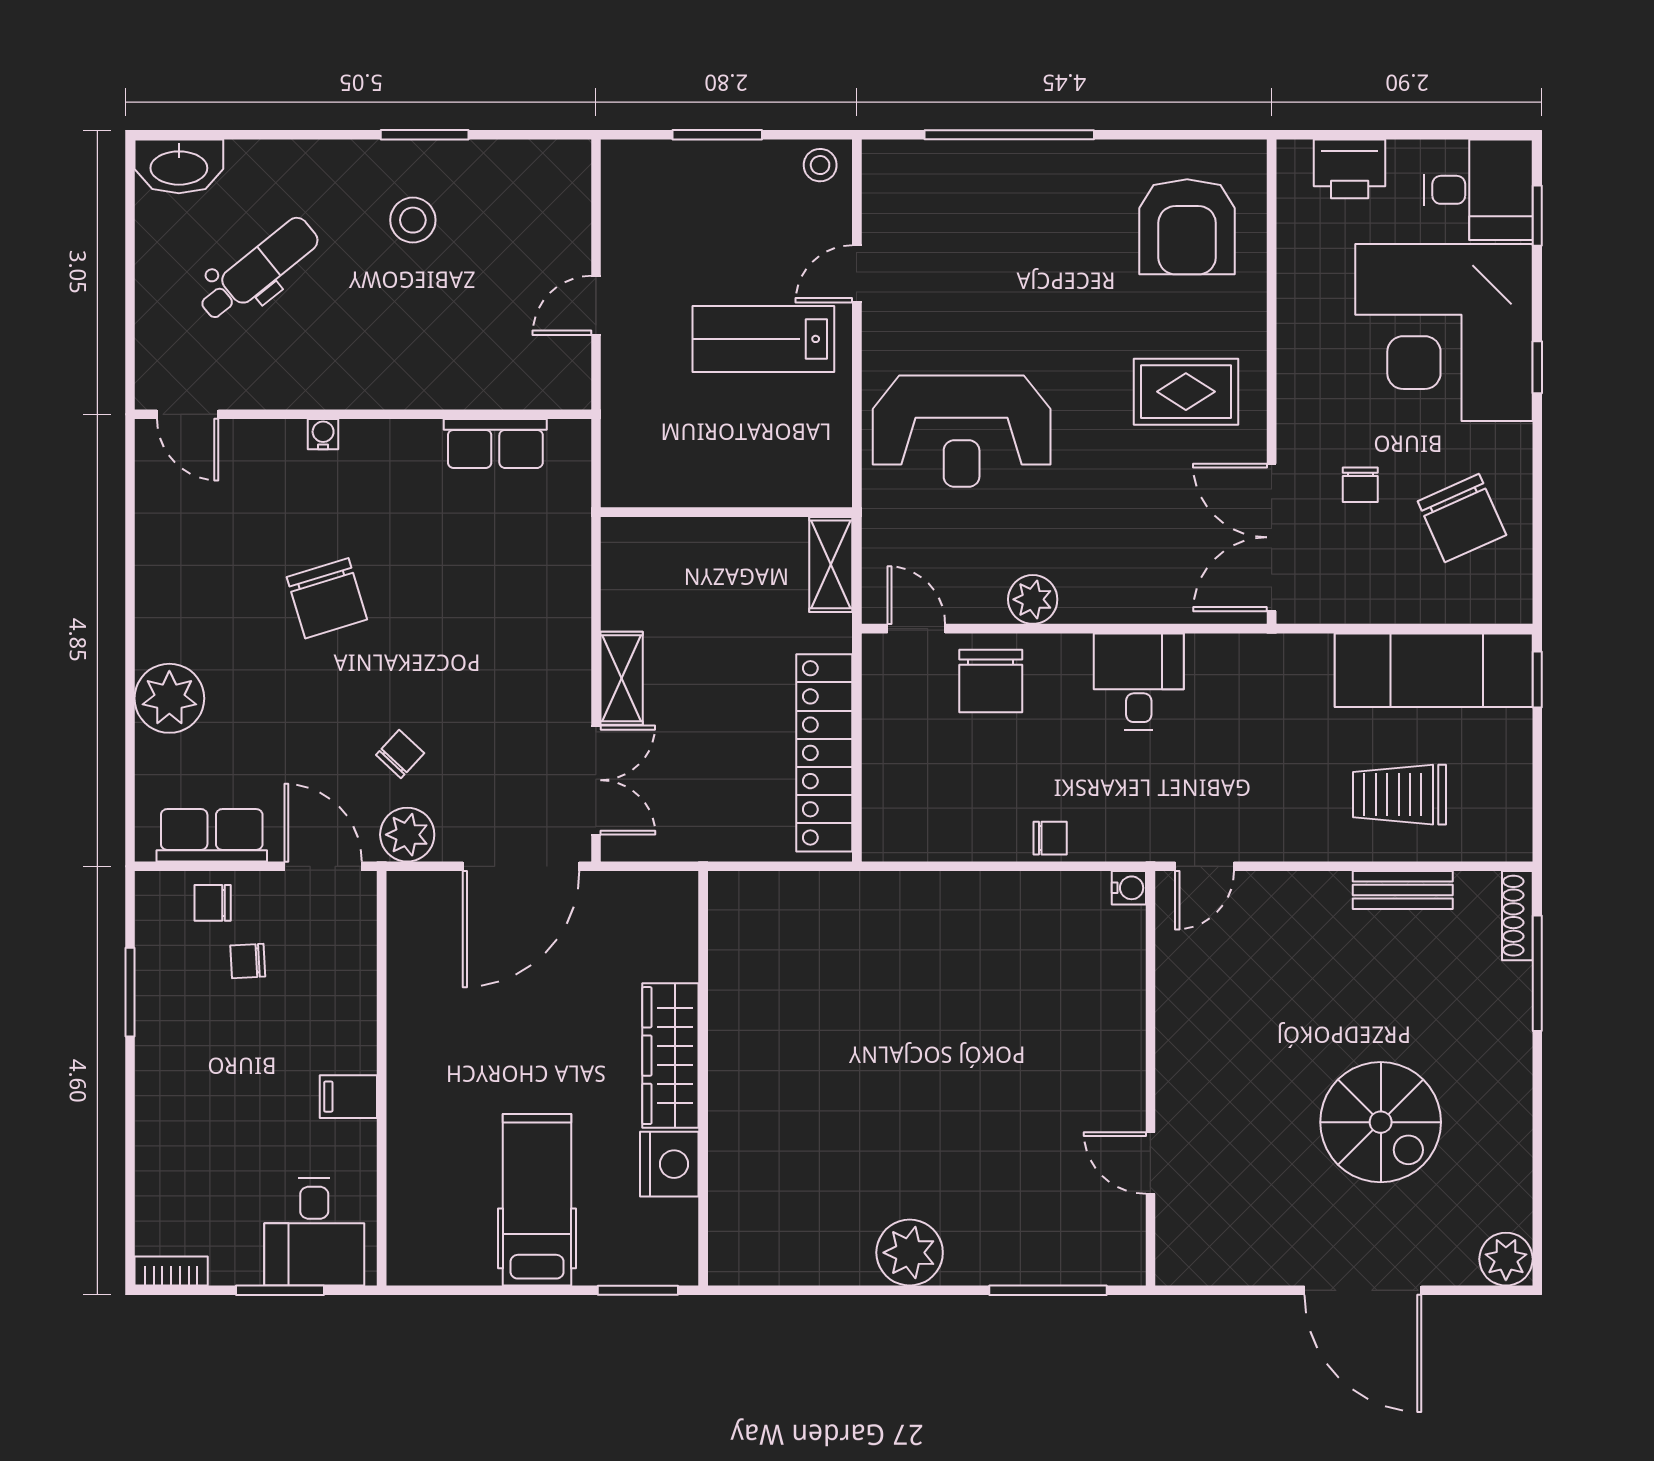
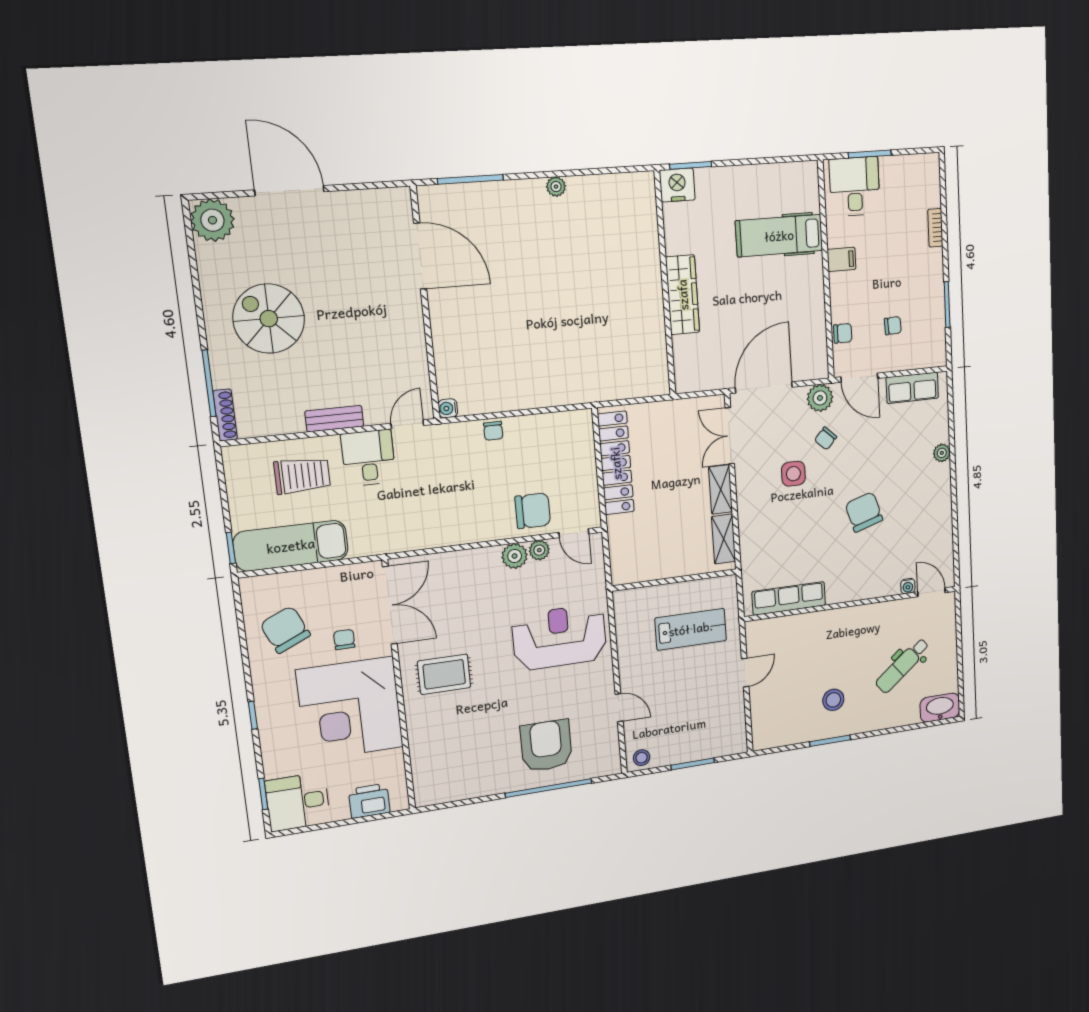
armchair: (1187, 227) -> (546, 746), moved
door: (857, 274) -> (619, 708), hinge flipped
corner desk: (1444, 332) -> (350, 709), moved, turned 180
lab bench: (763, 339) -> (691, 629), moved
water cooler: (323, 434) -> (908, 586), moved
row of seats: (495, 444) -> (789, 598), width x1.48
shelving: (831, 564) -> (724, 539), moved
plant: (985, 605) -> (539, 550), added
chair: (991, 681) -> (533, 511), turned 90
desk: (1139, 682) -> (368, 458), moved, turned 180
side table: (471, 692) -> (793, 474), added
plant: (169, 698) -> (942, 453), width x0.53, depth x0.53
chair: (1050, 838) -> (493, 431), turned -90
bench: (1403, 890) -> (334, 419), moved
chair: (213, 903) -> (843, 333), moved
spiral stairs: (1381, 1122) -> (269, 319), moved
door: (1150, 1163) -> (420, 256), width x1.87
nightstand: (669, 1164) -> (677, 185), moved, turned 90
hospital bed: (537, 1200) -> (779, 236), moved, turned 90
plant: (910, 1253) -> (556, 187), width x0.53, depth x0.53
plant: (1506, 1259) -> (212, 220), width x1.36, depth x1.36
bookcase: (171, 1271) -> (935, 228), moved, turned 90

